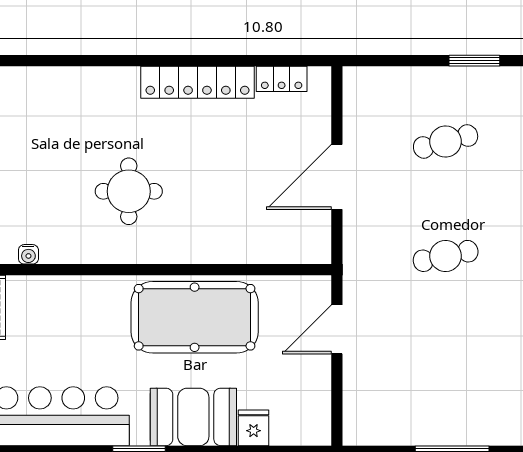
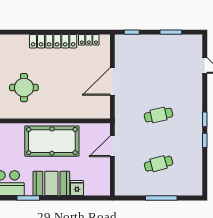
window: (382, 61) -> (132, 32), added
cafe table: (446, 141) -> (159, 164), moved

